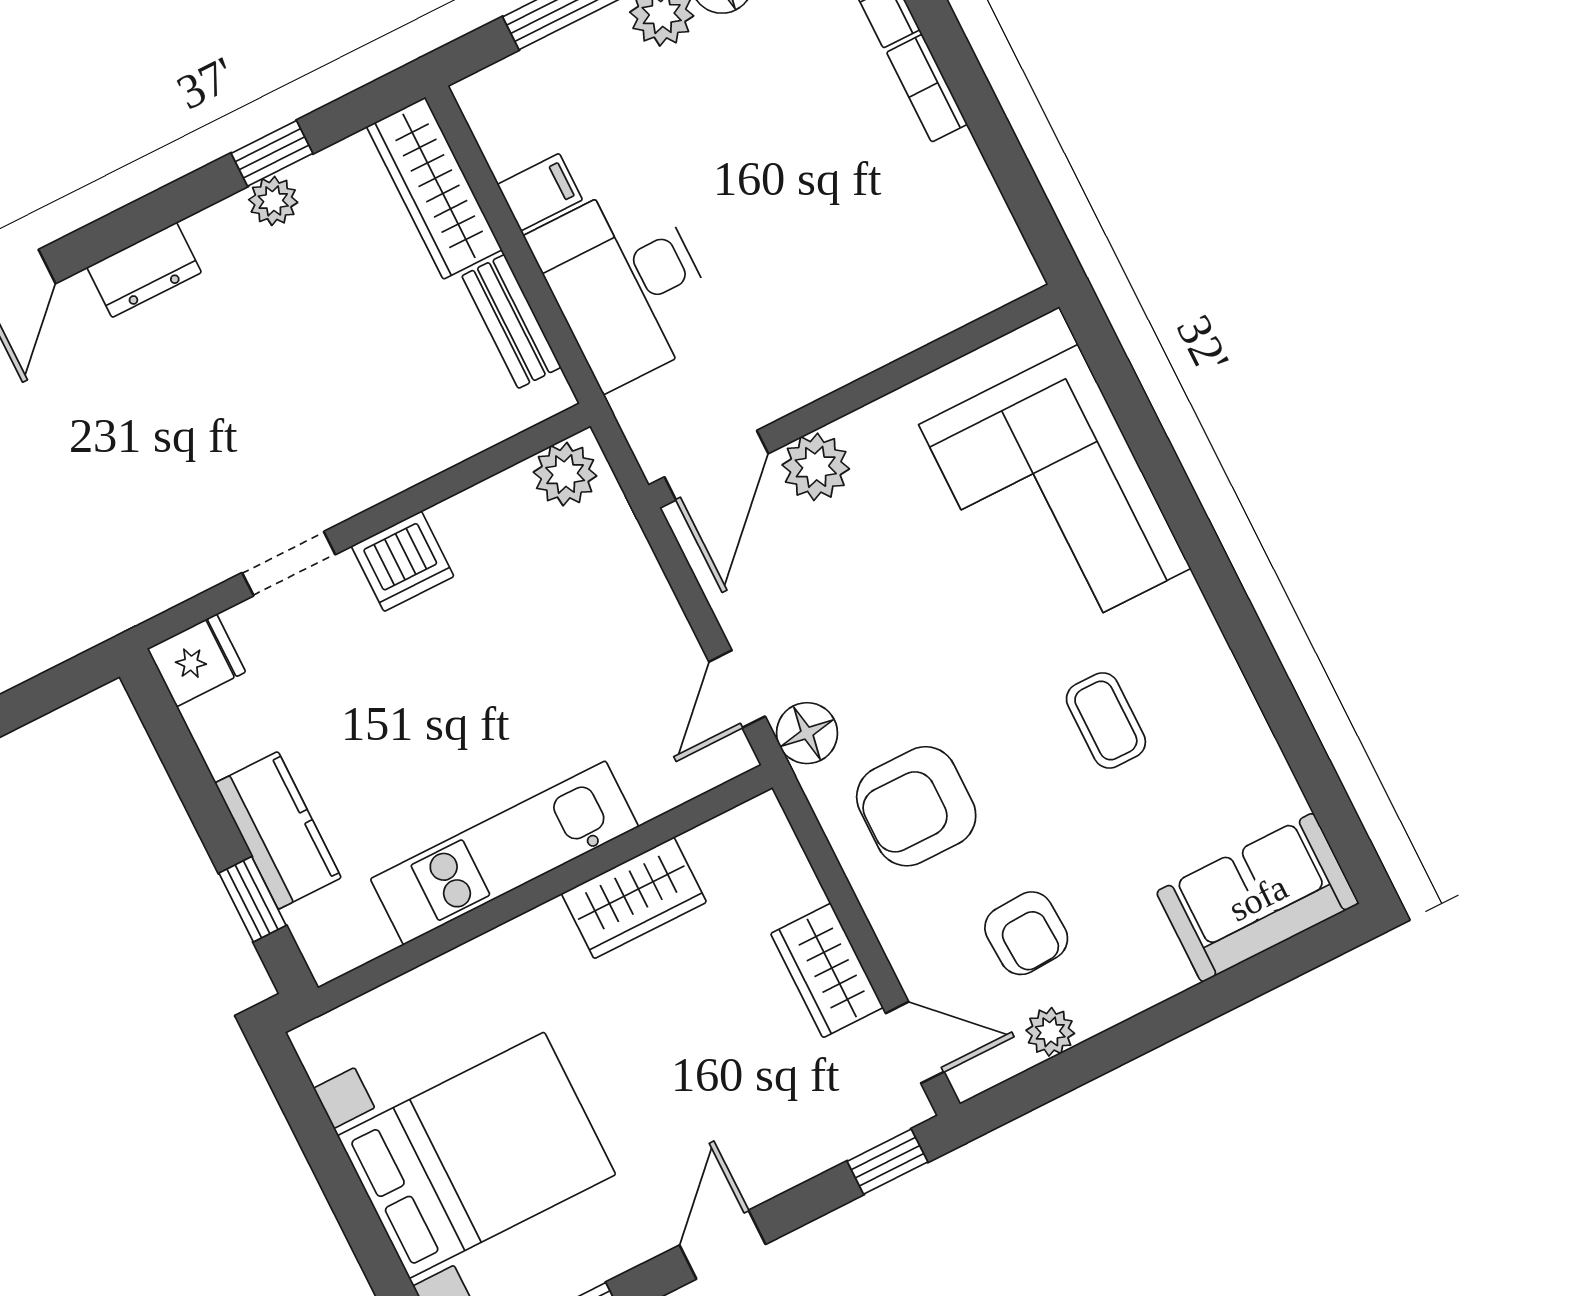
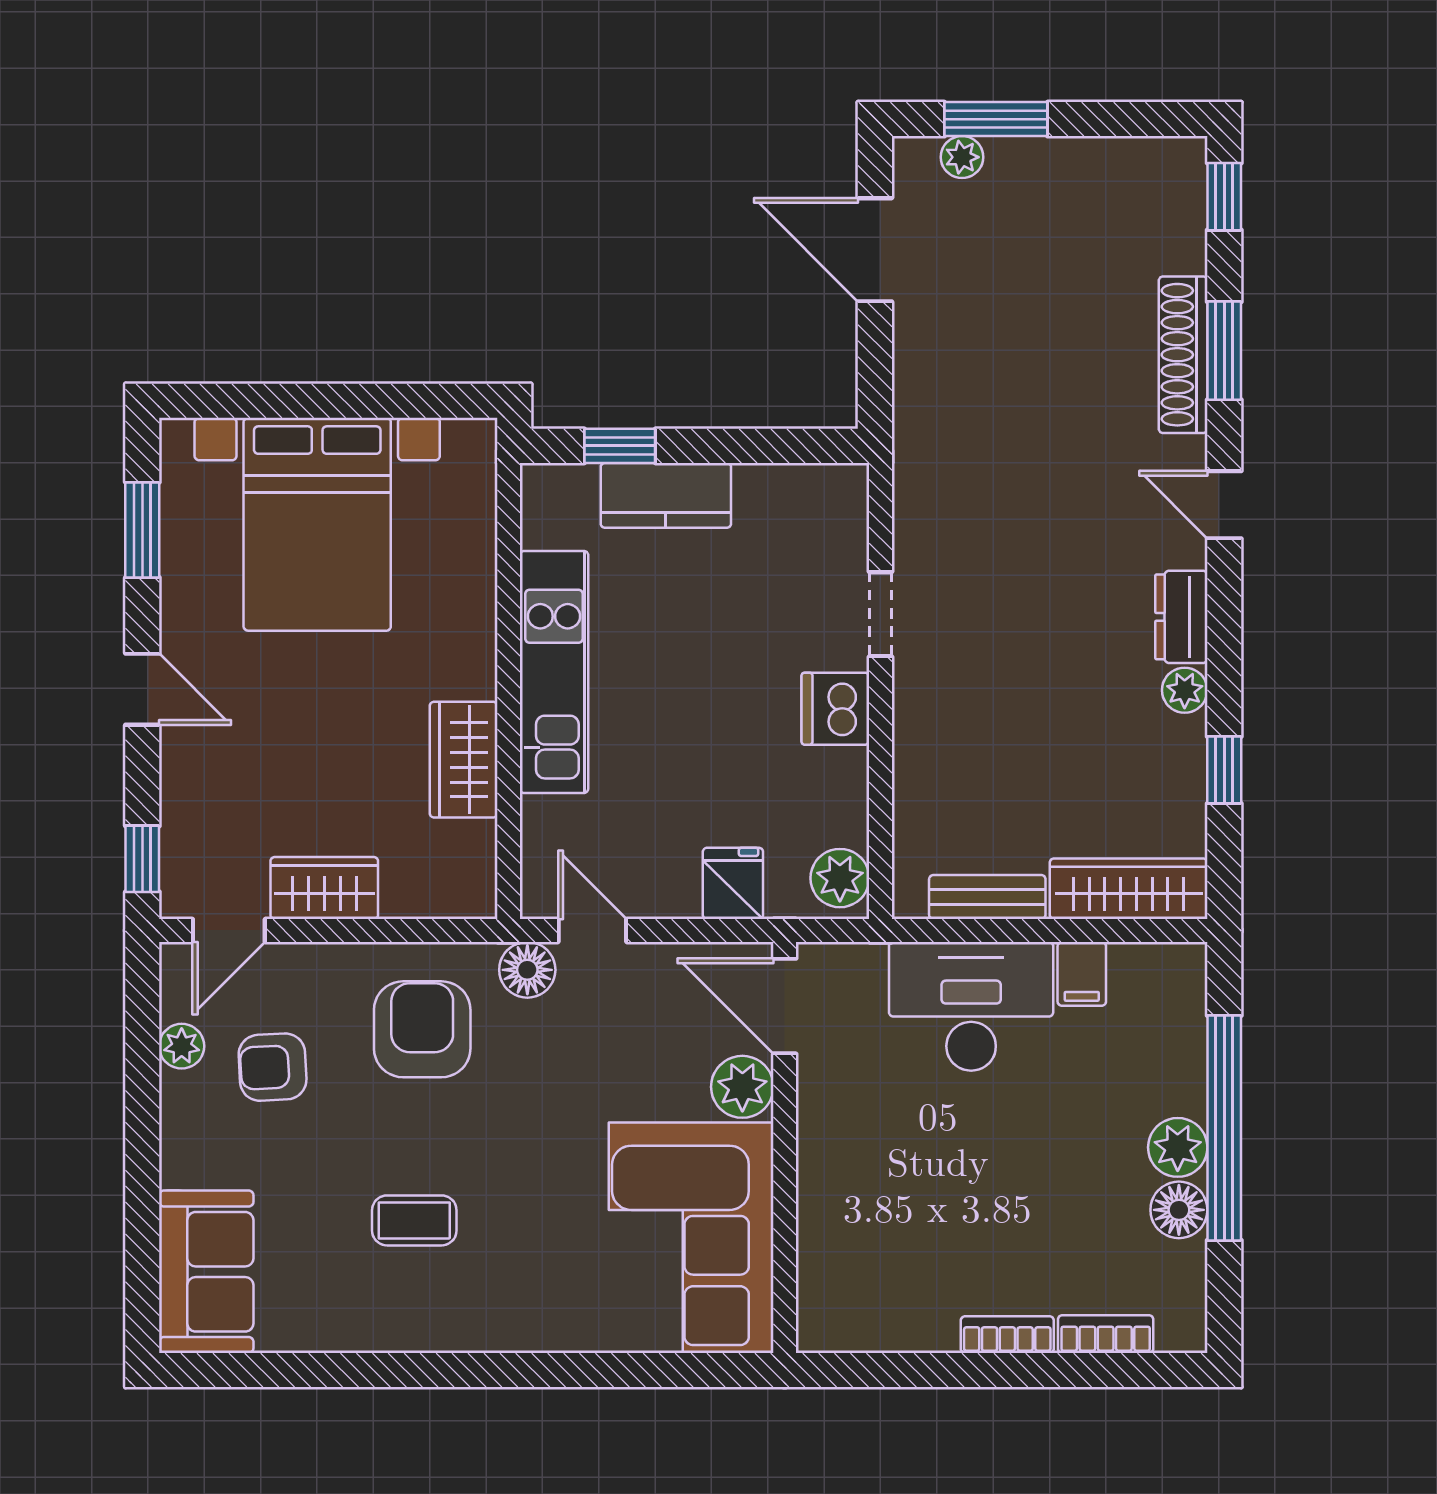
plant: (273, 201) -> (1185, 690), moved
corner sofa: (1055, 497) -> (691, 1238), moved, turned -90
fridge: (196, 660) -> (733, 883), moved, turned 180

